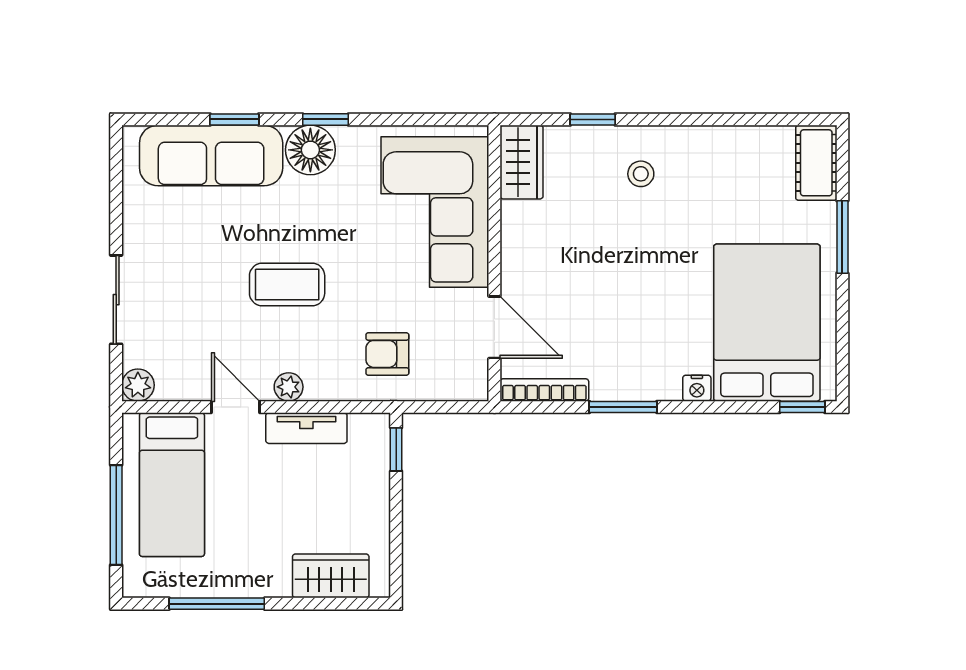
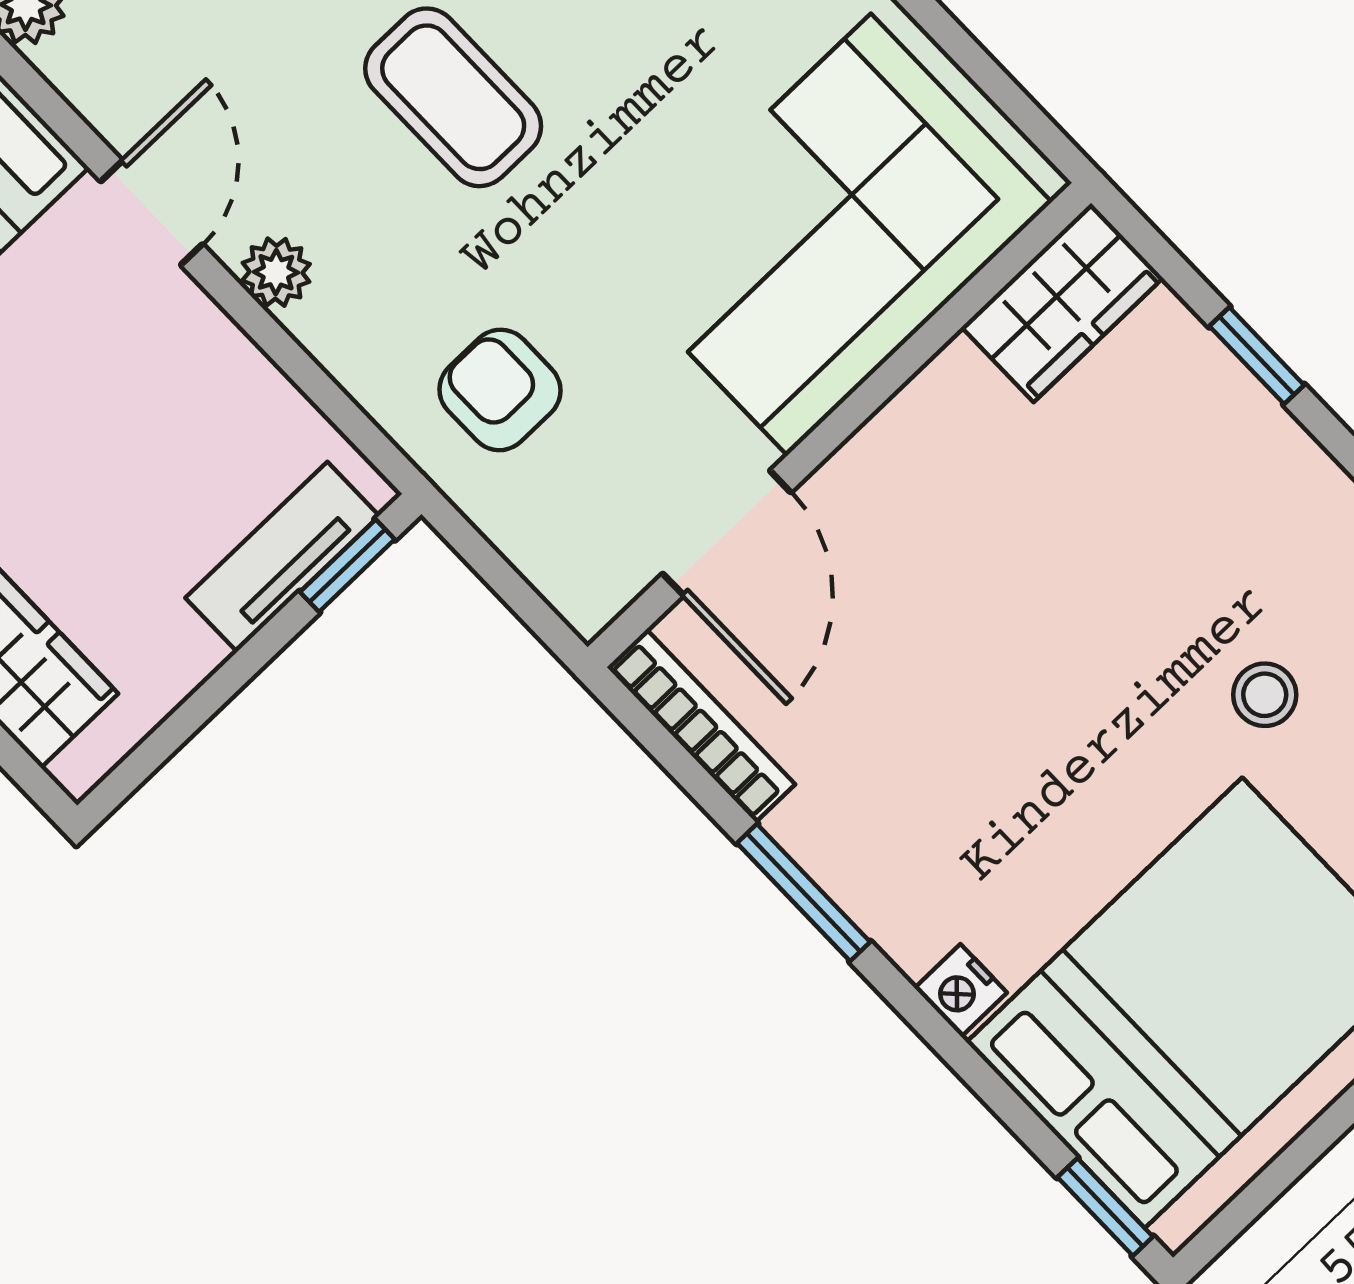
stool: (641, 174) -> (1265, 695), moved
tv unit: (306, 428) -> (282, 557), moved, turned 90

